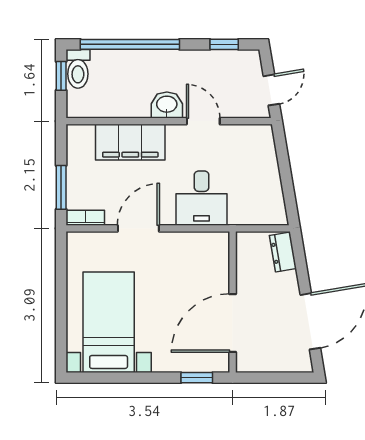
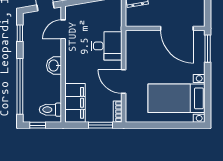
toilet: (78, 69) -> (50, 110), moved, turned 180
door: (203, 121) -> (63, 29), moved
filing cabinet: (130, 142) -> (75, 103), moved
window: (197, 378) -> (208, 49), width x1.50

